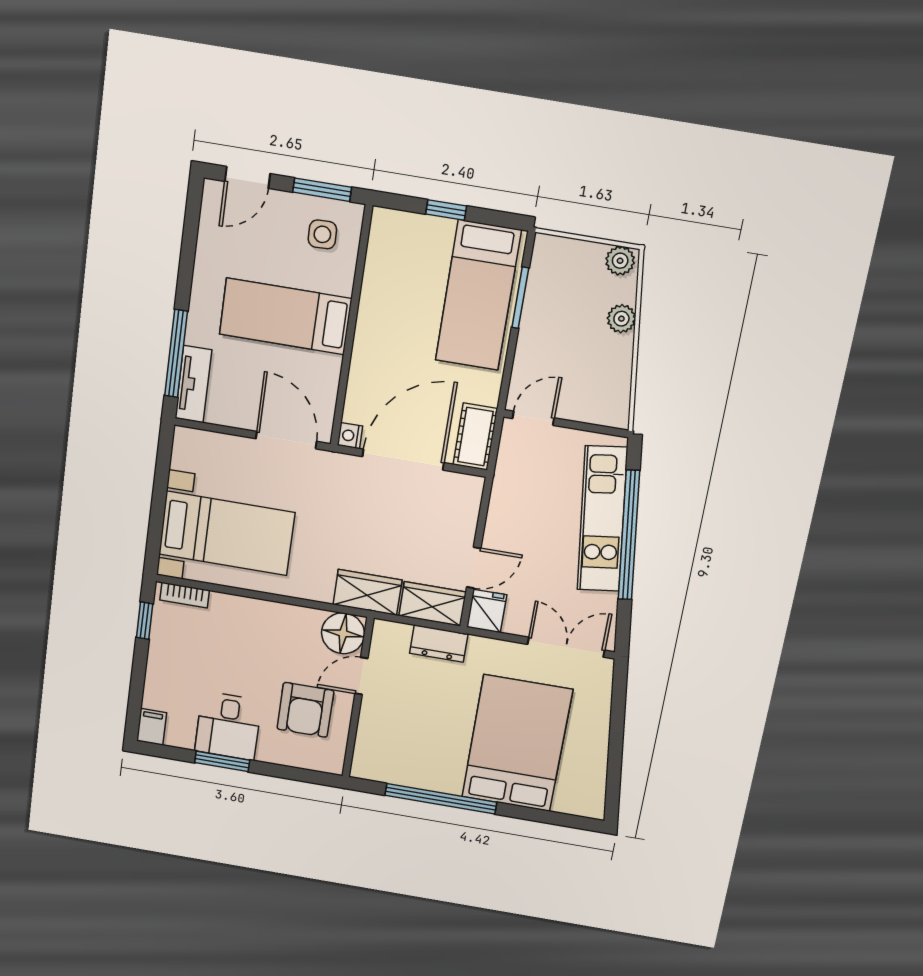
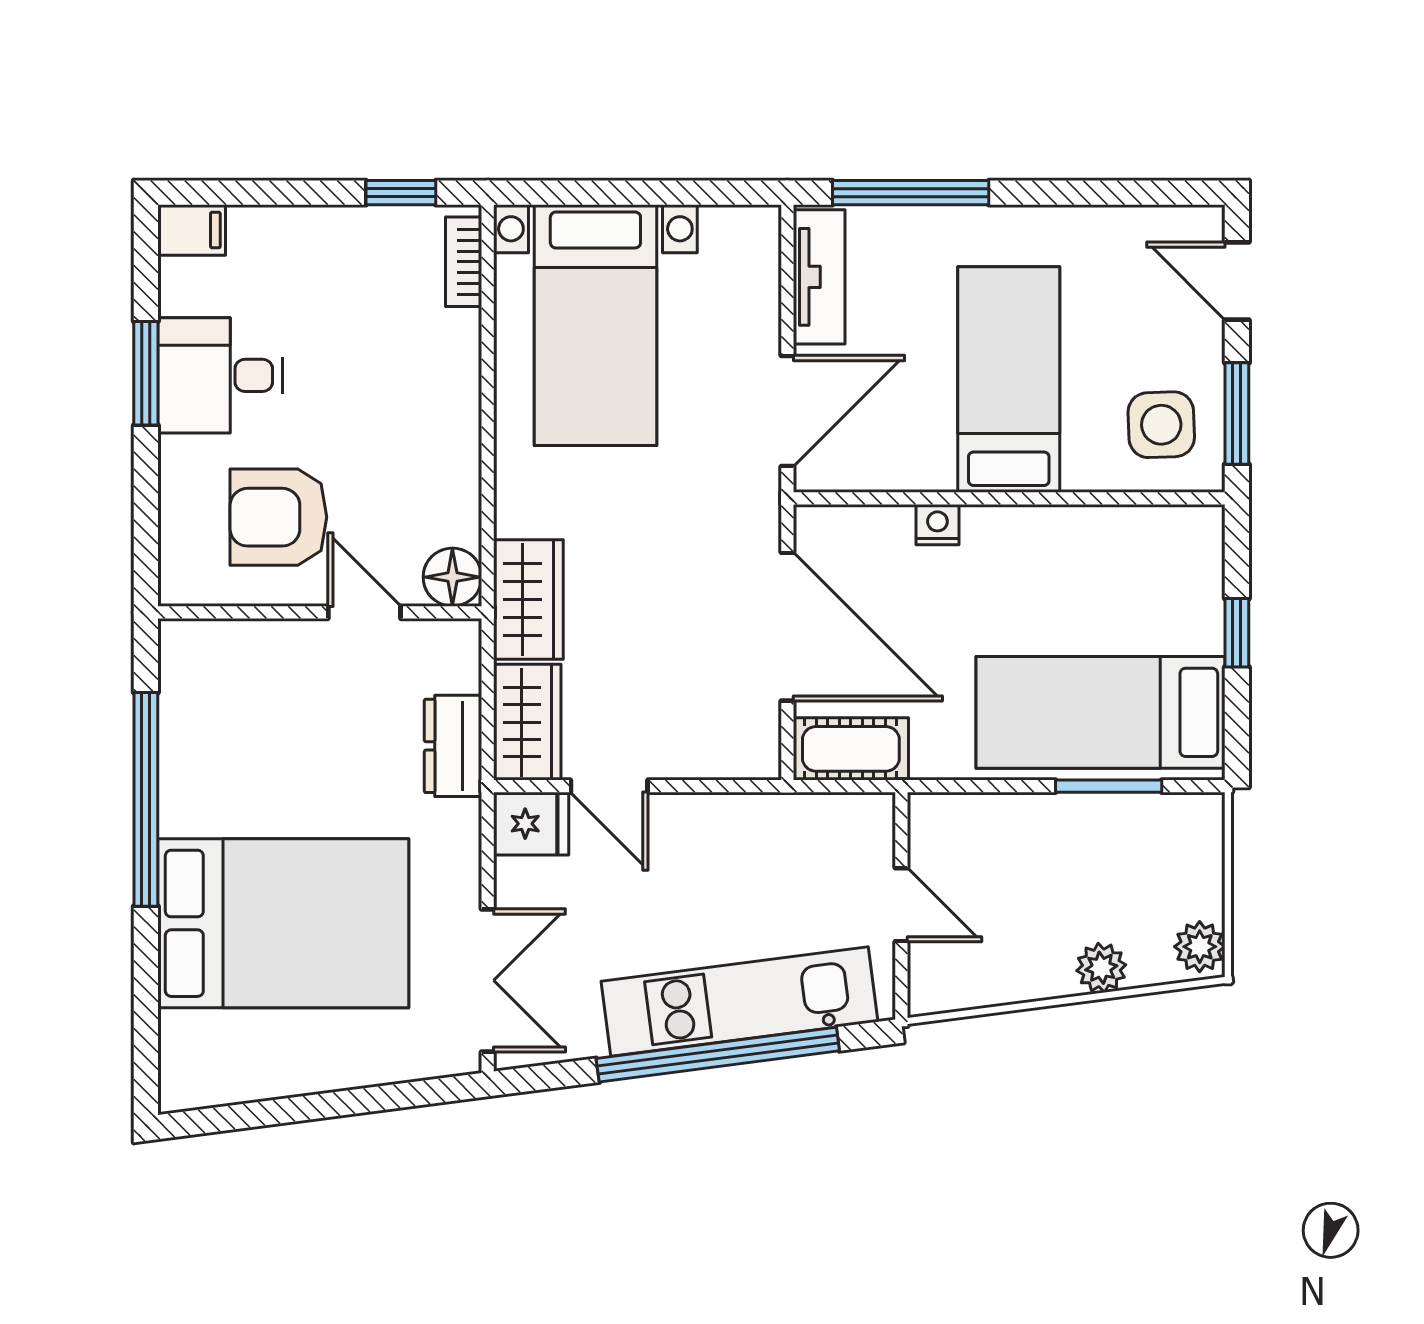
side table: (322, 234) -> (1161, 425), width x1.37, depth x1.37
tv unit: (193, 384) -> (819, 277), moved, turned -90
door: (533, 418) -> (901, 905), moved
nightstand: (350, 436) -> (937, 525), moved
floor lamp: (343, 633) -> (452, 577), width x0.73, depth x0.73

